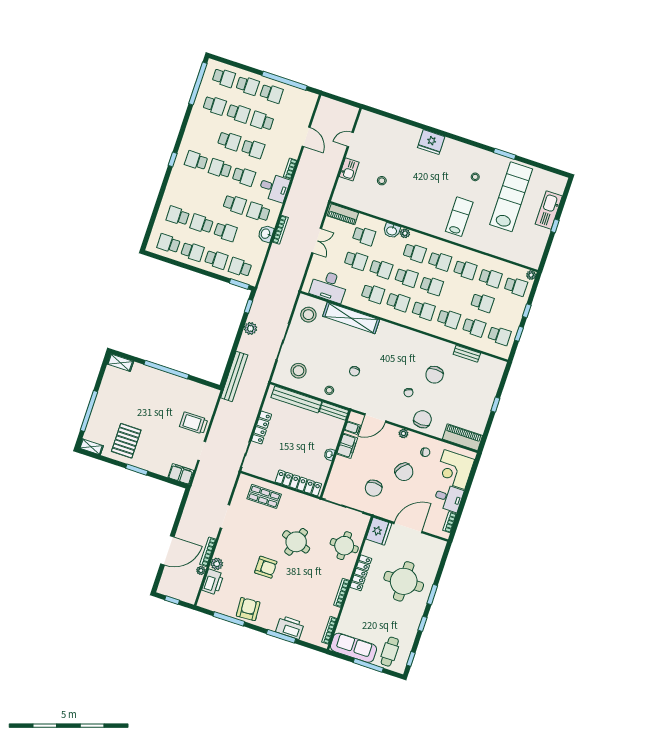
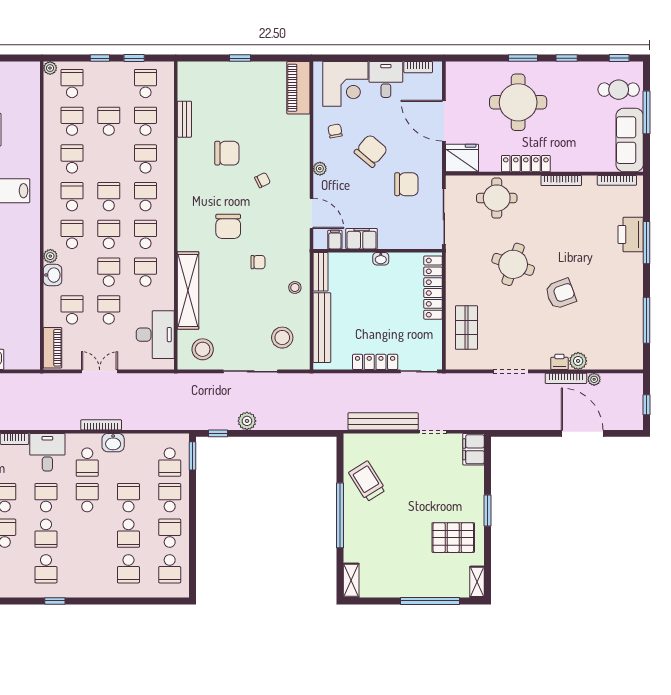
bench: (234, 376) -> (383, 421), moved
chair: (422, 419) -> (228, 226), moved, turned -90
trolley: (194, 423) -> (367, 481), moved, turned 148
armchair: (266, 567) -> (561, 294), turned 70
printer: (213, 582) -> (559, 362), moved, width x0.53, depth x0.68
armchair: (248, 609) -> (625, 299), removed

